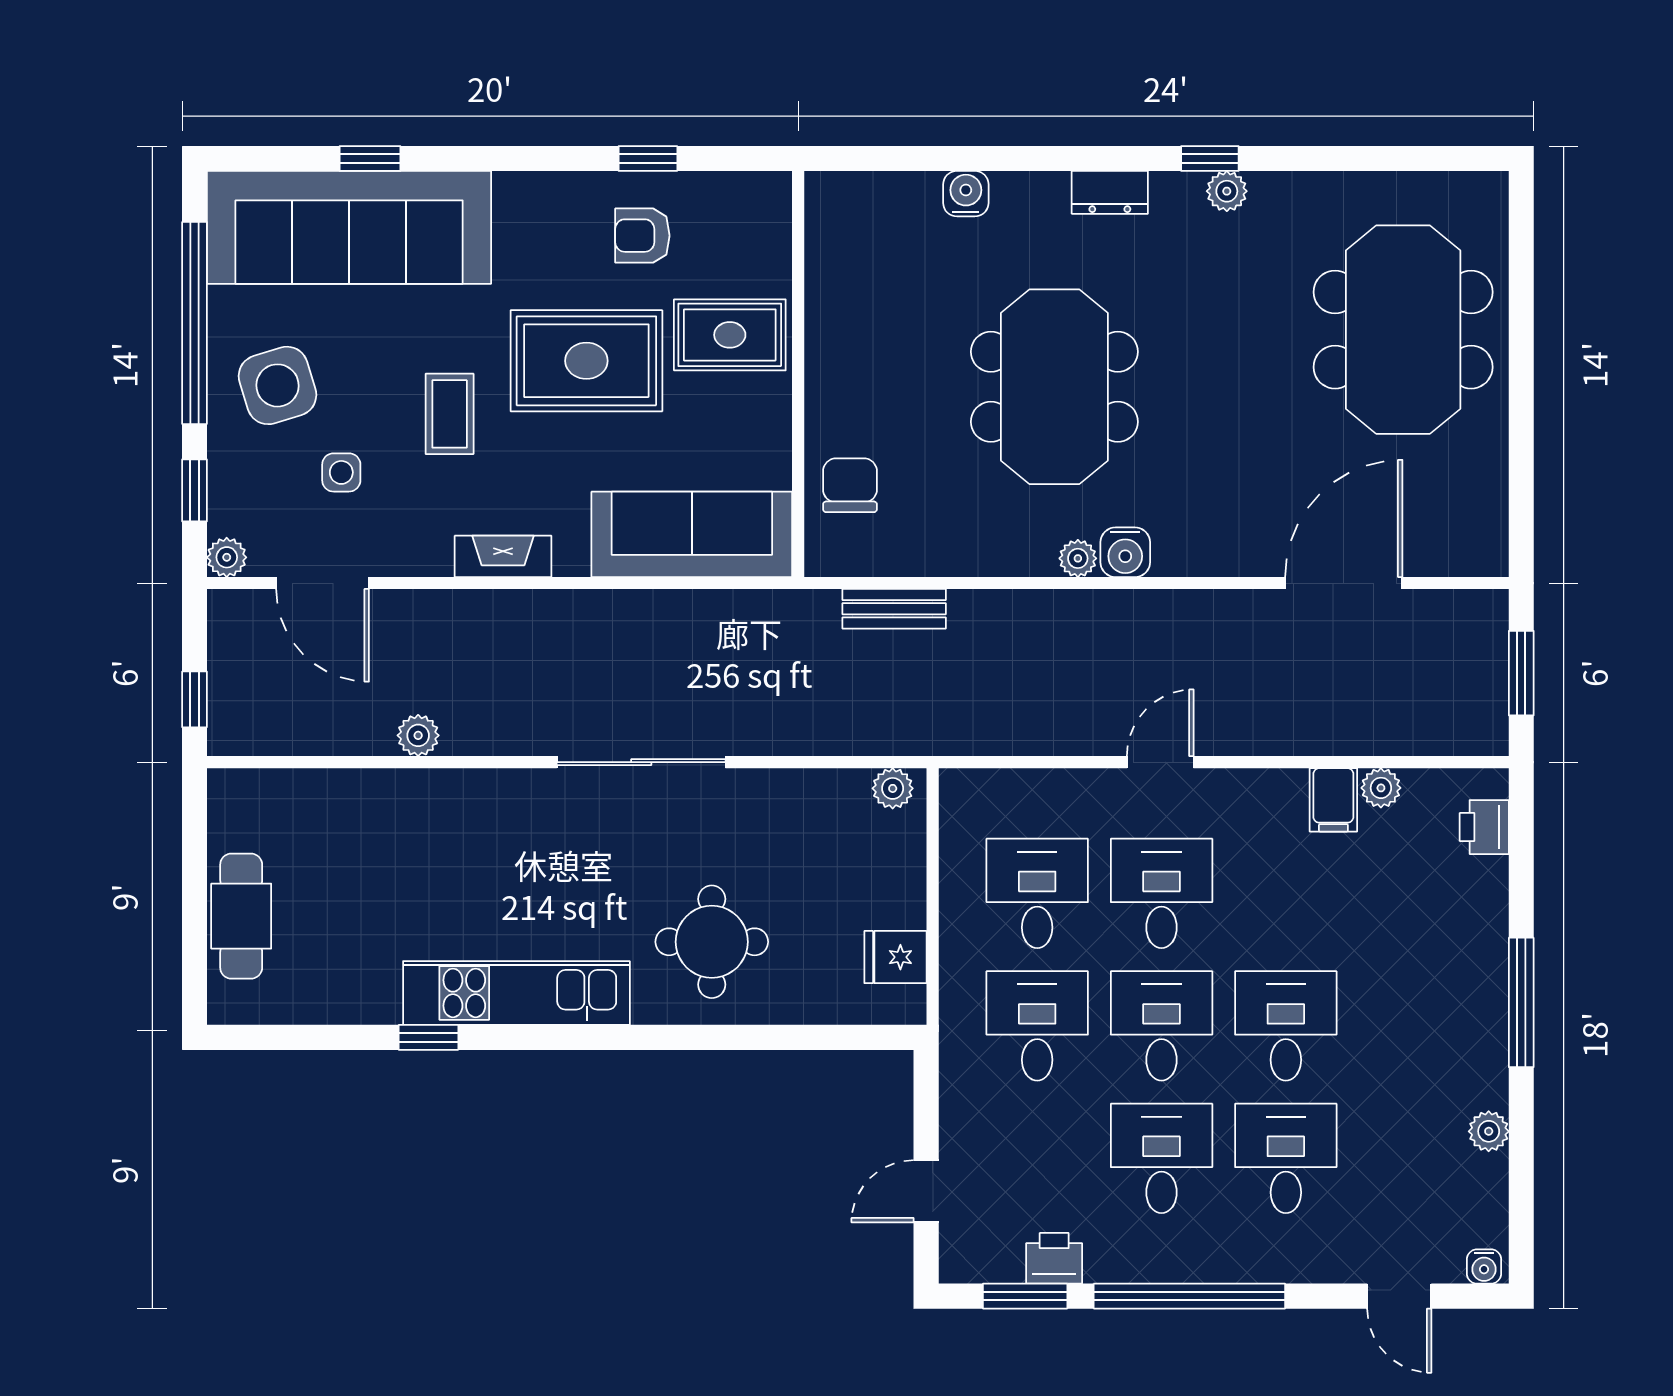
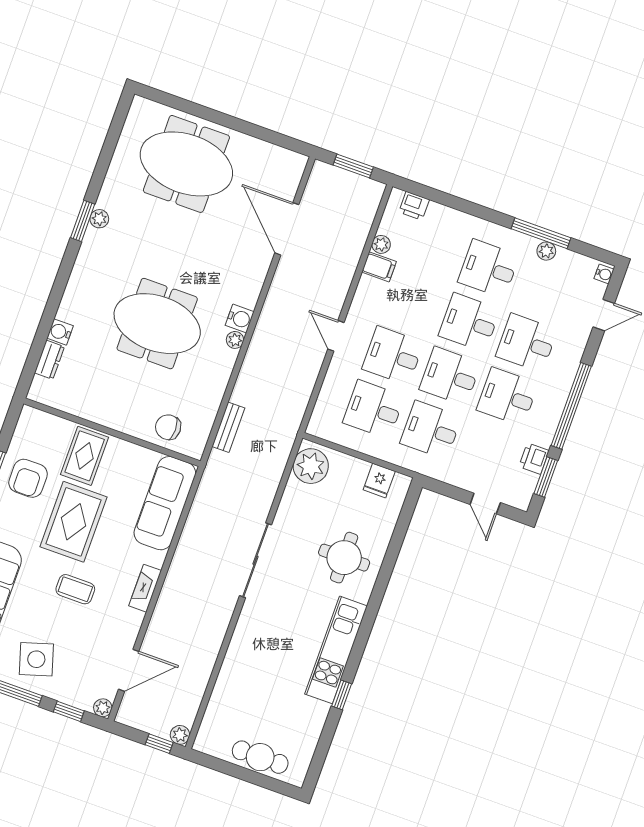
window: (1210, 159) -> (83, 221), width x1.50
dresser: (1110, 192) -> (49, 360), moved
armchair: (642, 236) -> (28, 478), width x1.38, depth x1.38
side table: (341, 472) -> (84, 645), removed
plant: (418, 735) -> (180, 735), moved
plant: (893, 788) -> (311, 466), width x1.88, depth x1.88
window: (1521, 1002) -> (541, 233), moved
desk: (1410, 1026) -> (489, 269), added

